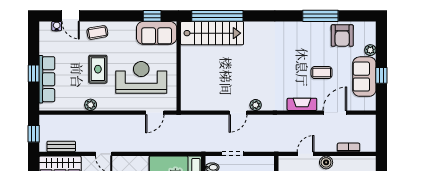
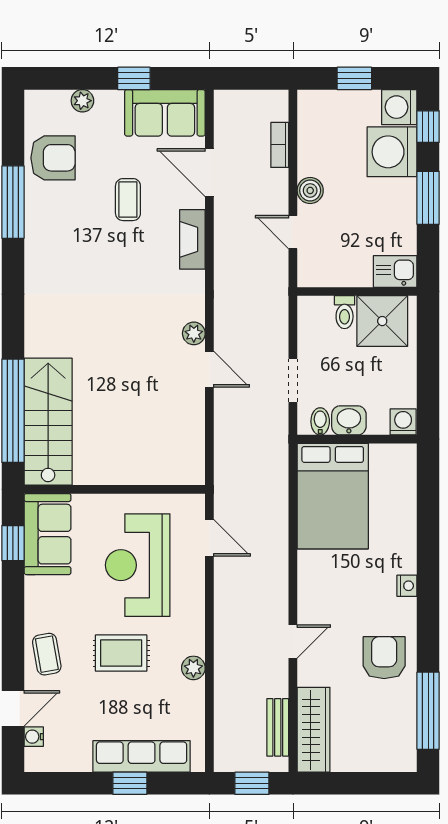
sofa: (364, 77) -> (165, 113), moved

